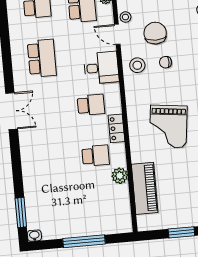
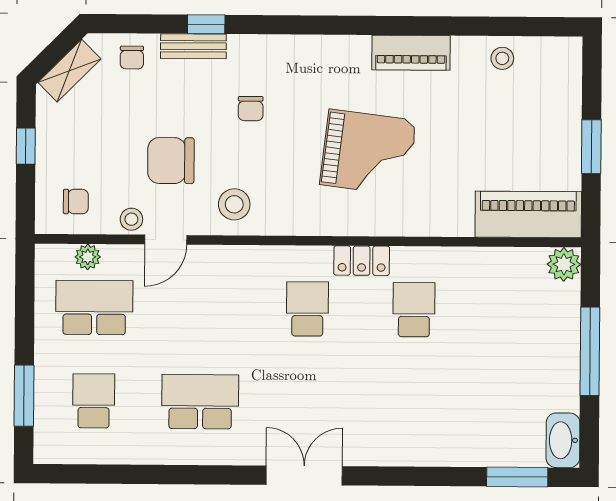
chair: (165, 62) -> (251, 109), moved
desk: (101, 68) -> (232, 280), removed
plant: (120, 176) -> (564, 264), moved
piano: (145, 188) -> (528, 214), moved
washbasin: (34, 236) -> (563, 440), width x1.91, depth x1.45

